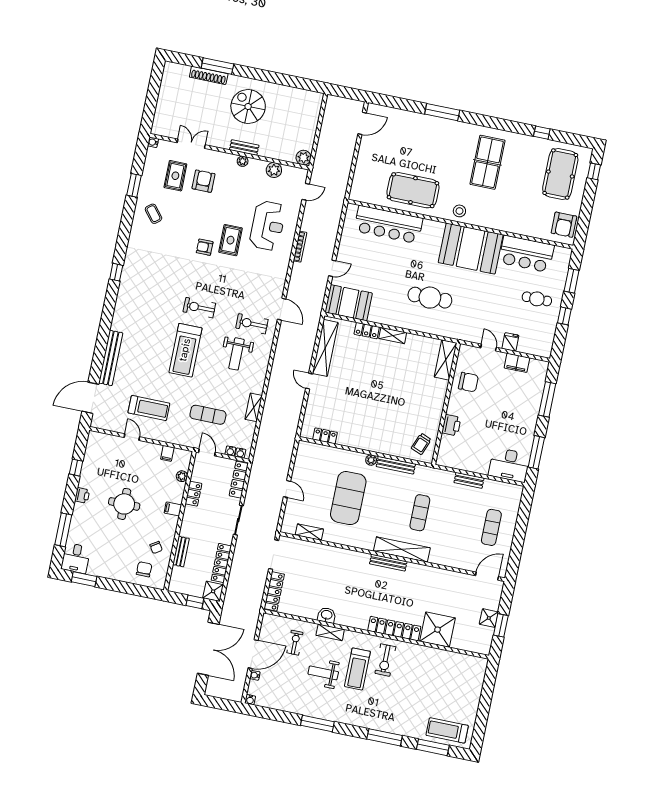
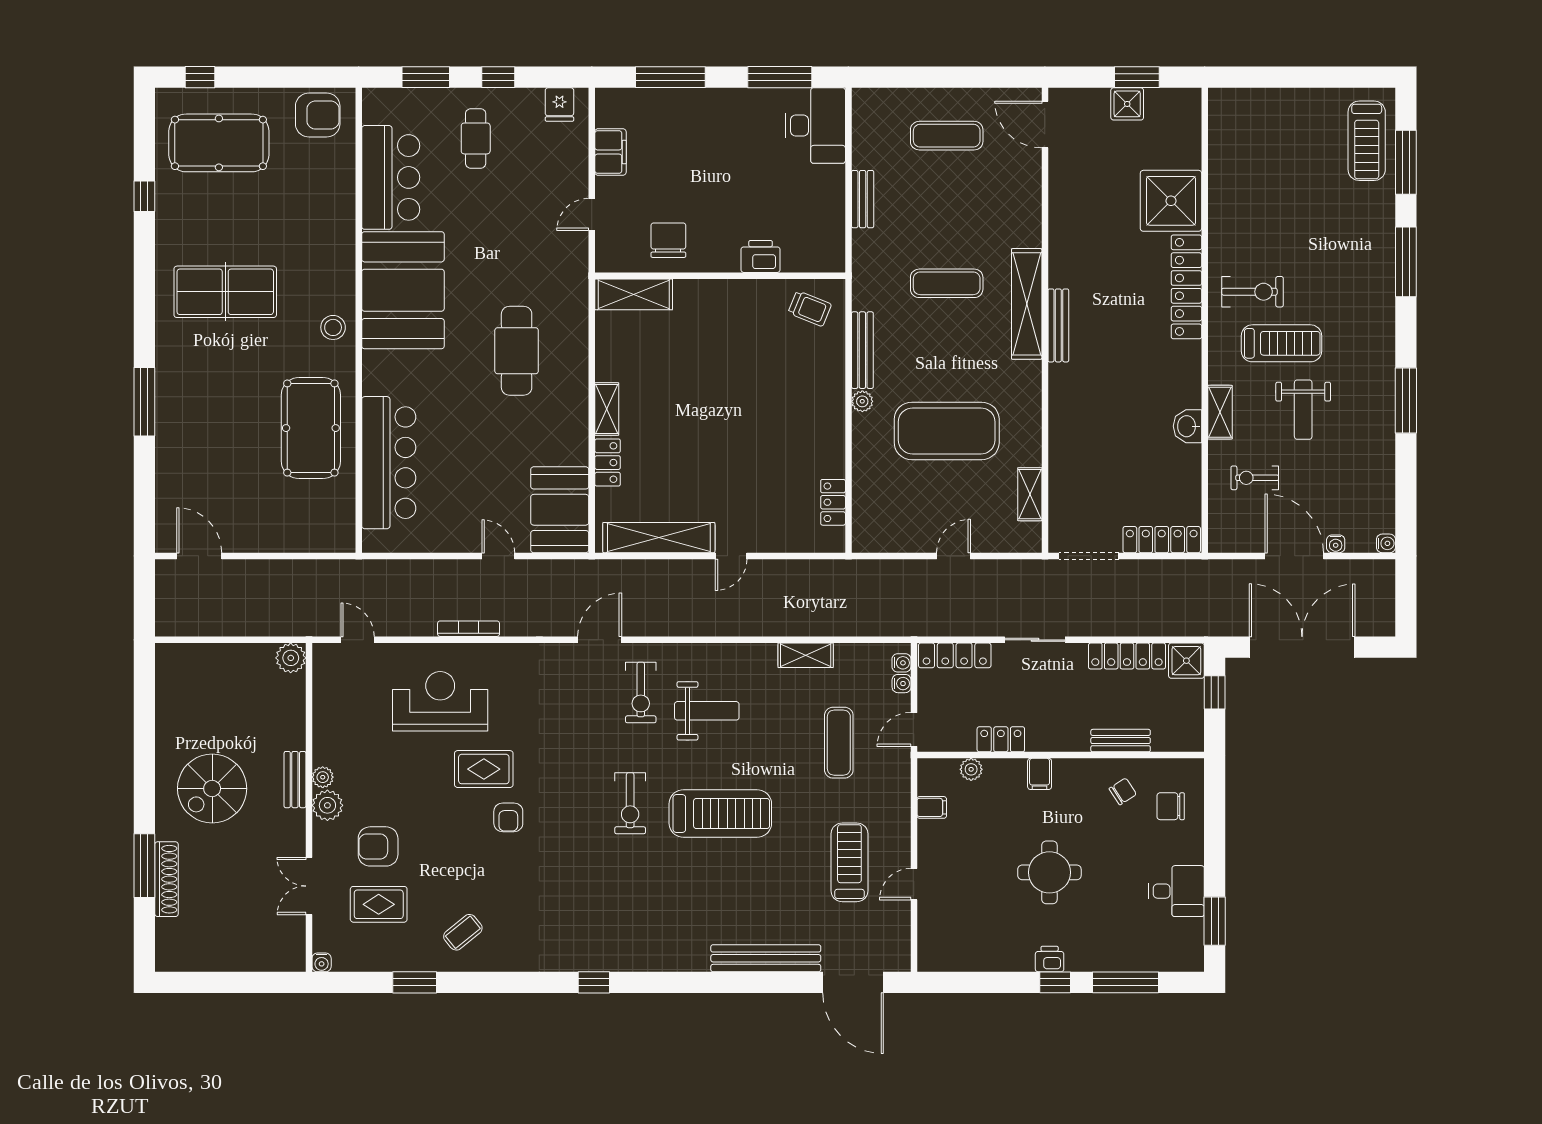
plant: (274, 170) -> (327, 805), moved
fridge: (510, 342) -> (559, 104), moved, turned -90
window: (76, 468) -> (1055, 982), moved
desk: (76, 558) -> (1177, 891), moved

